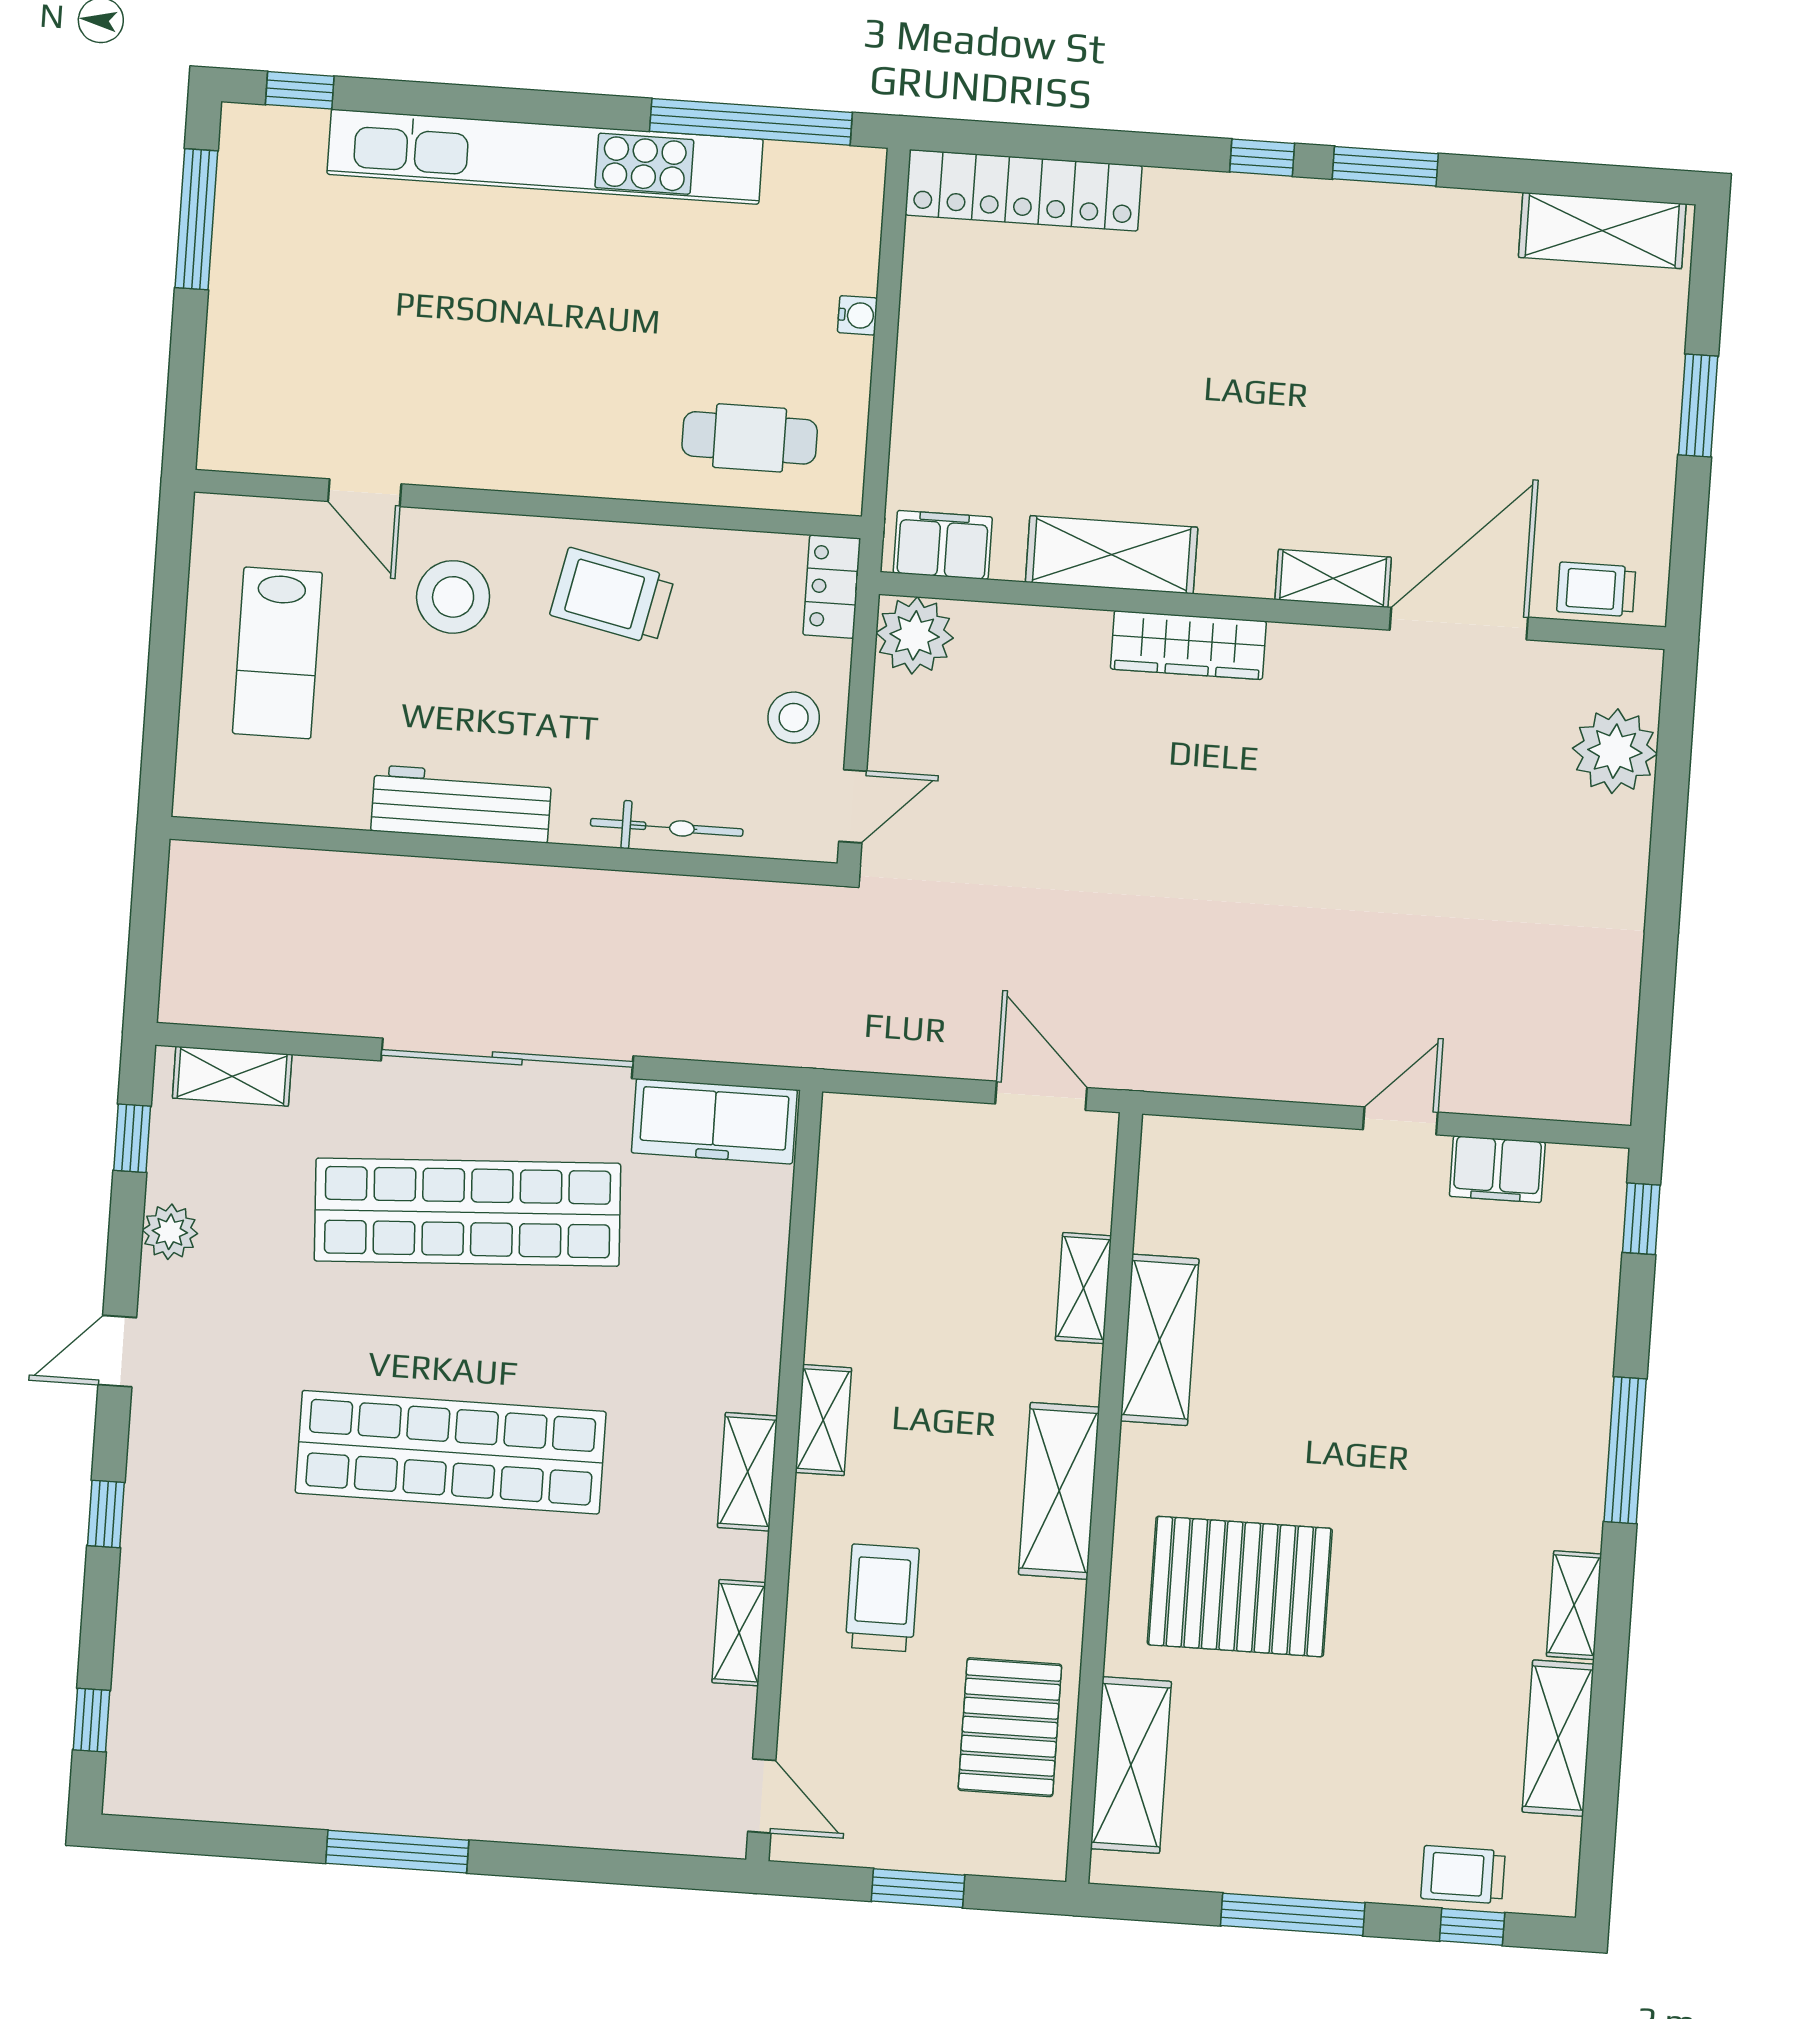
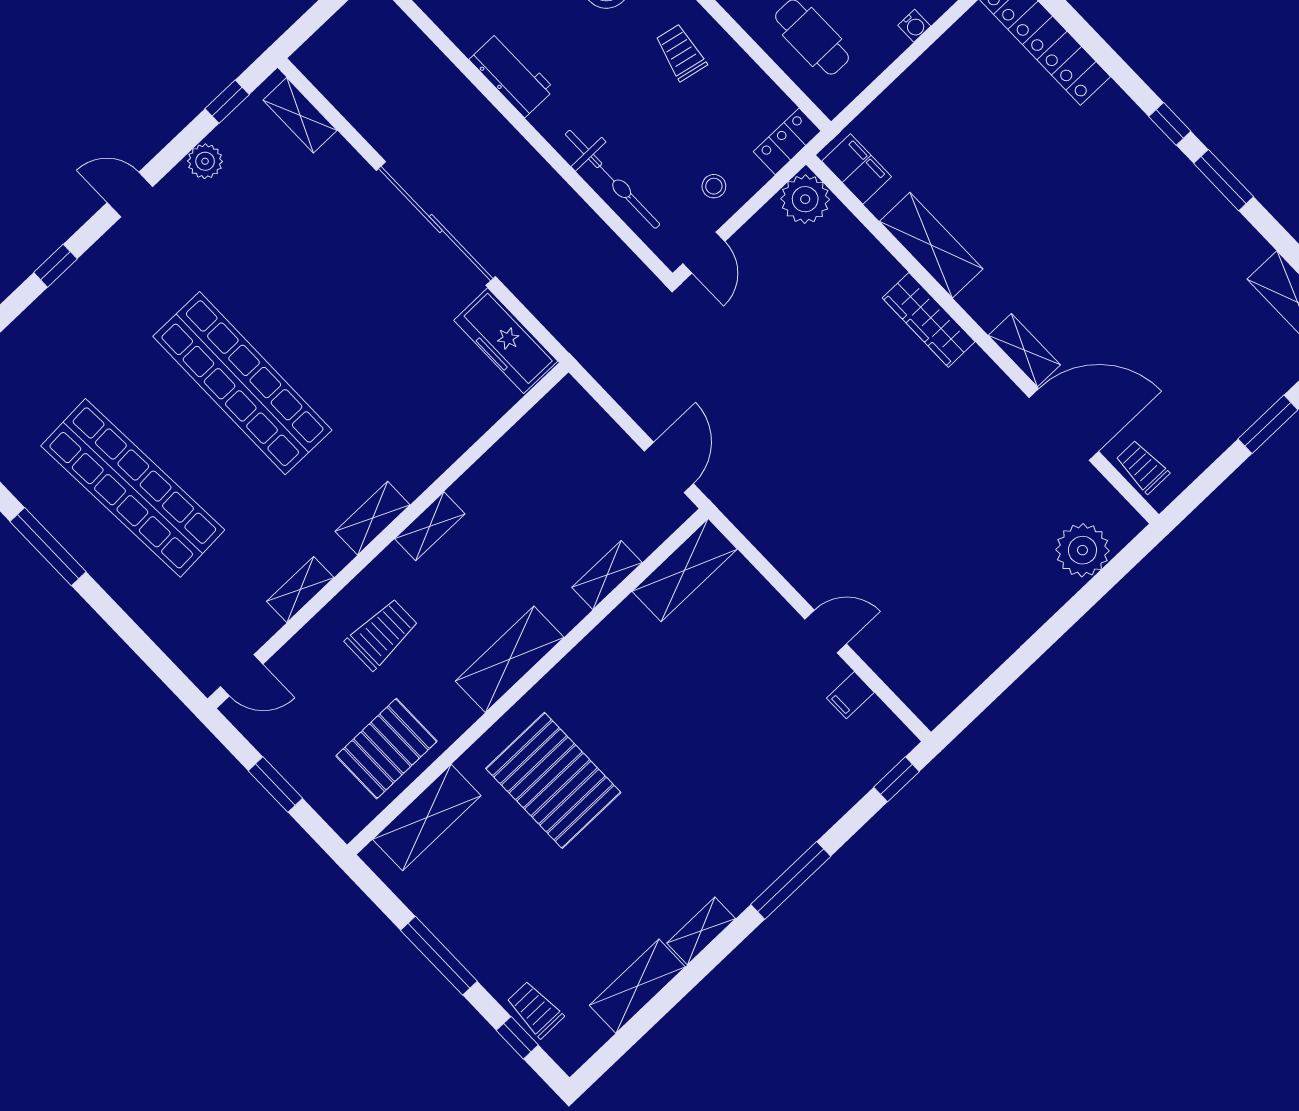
trolley: (612, 596) -> (681, 52), width x0.73, depth x0.72
stool: (794, 718) -> (714, 186), width x0.73, depth x0.73
workbench: (461, 804) -> (512, 74), width x0.73
door: (853, 806) -> (704, 253), hinge flipped
bicycle: (667, 827) -> (613, 179), width x1.37, depth x1.40
filing cabinet: (1497, 1169) -> (850, 695), width x0.50
shop shelf: (467, 1212) -> (133, 488), moved
shelving: (1160, 1340) -> (685, 570), moved
door: (762, 1796) -> (242, 675), hinge flipped

